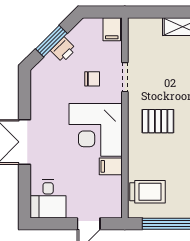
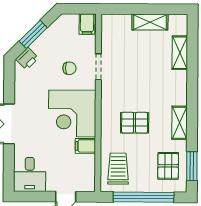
printer: (63, 50) -> (27, 59), moved
pallet: (158, 121) -> (135, 123), moved
trolley: (148, 192) -> (118, 169), turned -90

